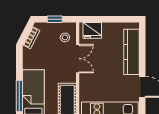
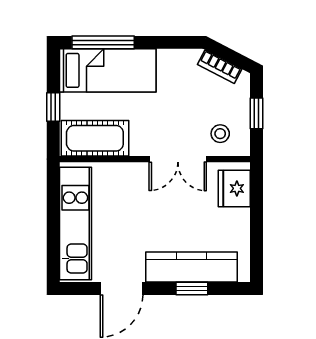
window: (142, 52) -> (192, 289), added

